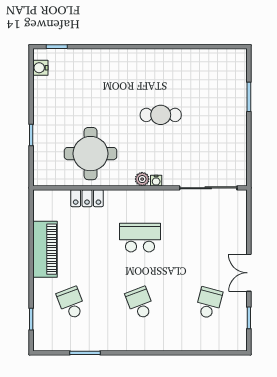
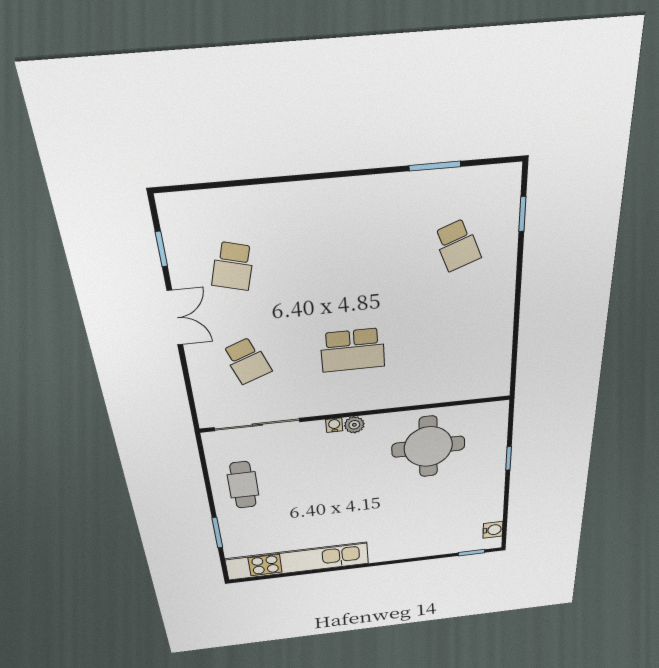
kitchen unit: (193, 59) -> (298, 561), added
cafe table: (161, 115) -> (243, 485), moved, turned 90
locker: (87, 198) -> (433, 393), removed
piano: (45, 249) -> (496, 320), removed
school desk: (140, 303) -> (247, 361), moved

